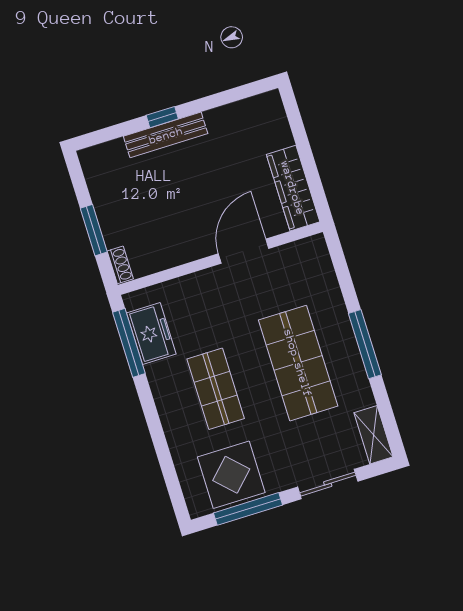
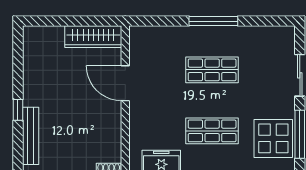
bench: (166, 135) -> (31, 136), moved
shop shelf: (298, 363) -> (212, 70), width x0.70, depth x0.74
shelving: (373, 435) -> (276, 34), removed

